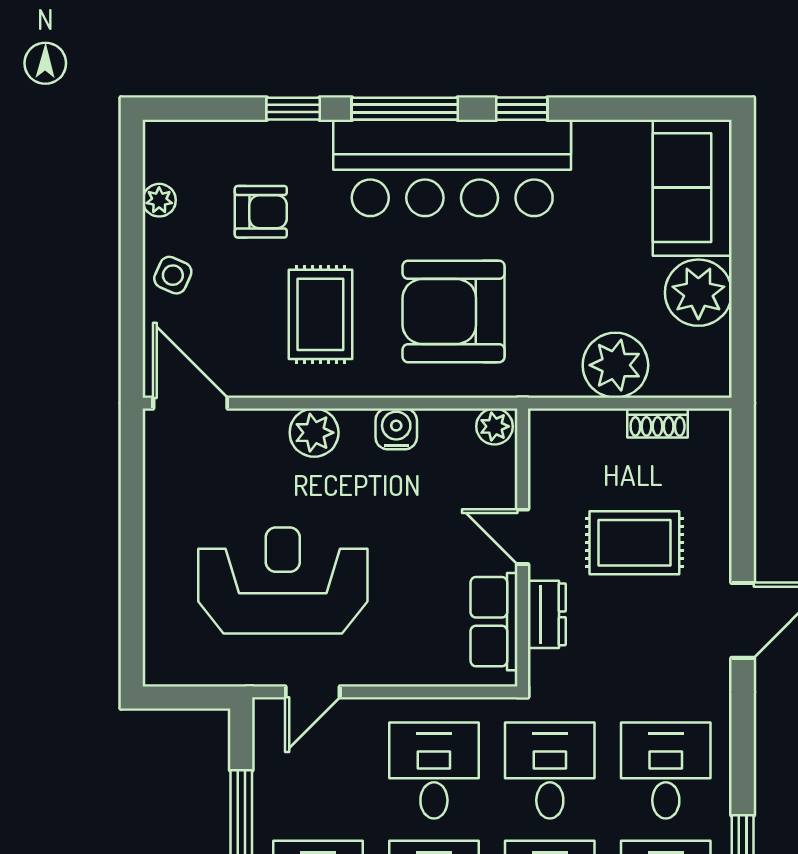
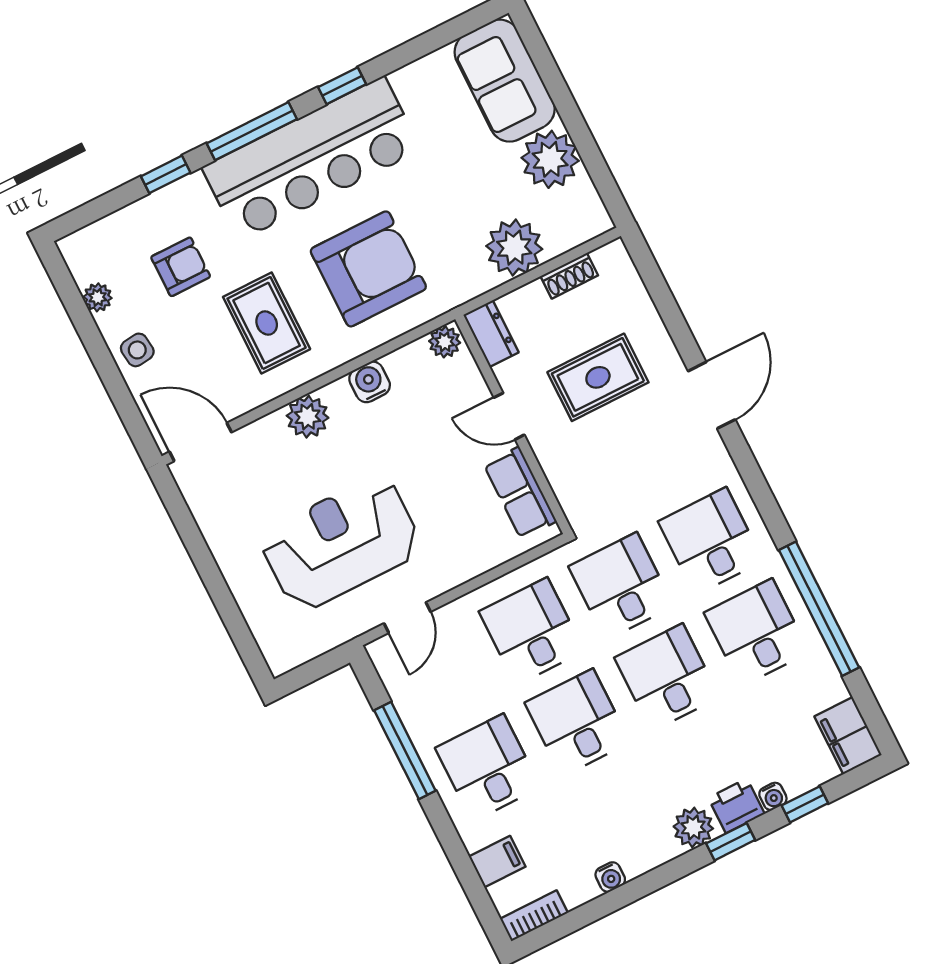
side table: (173, 275) -> (137, 350), turned -31
armchair: (454, 311) -> (368, 269), turned 180
dresser: (547, 614) -> (491, 334), moved

